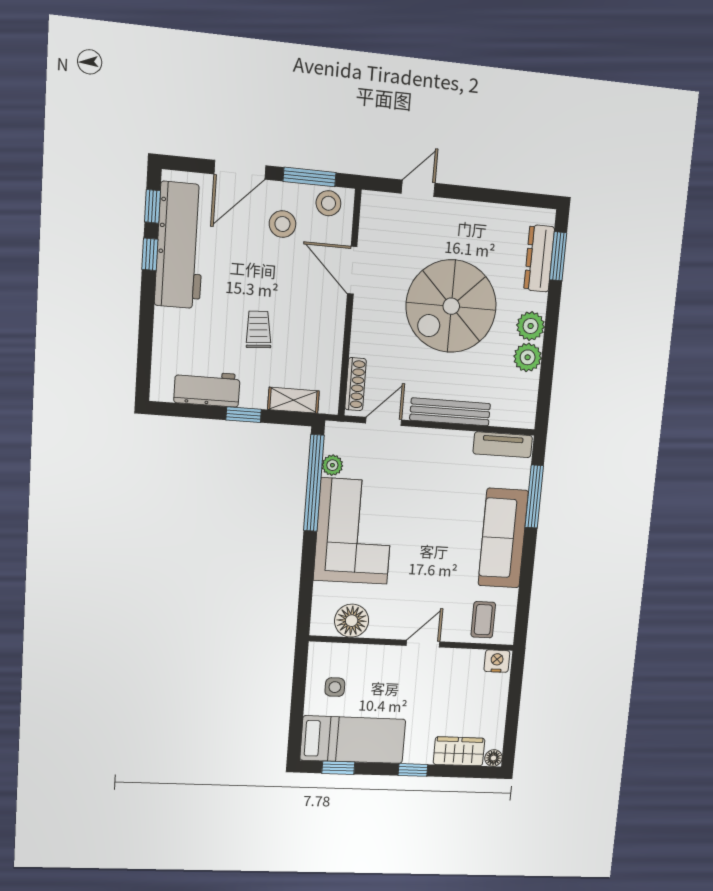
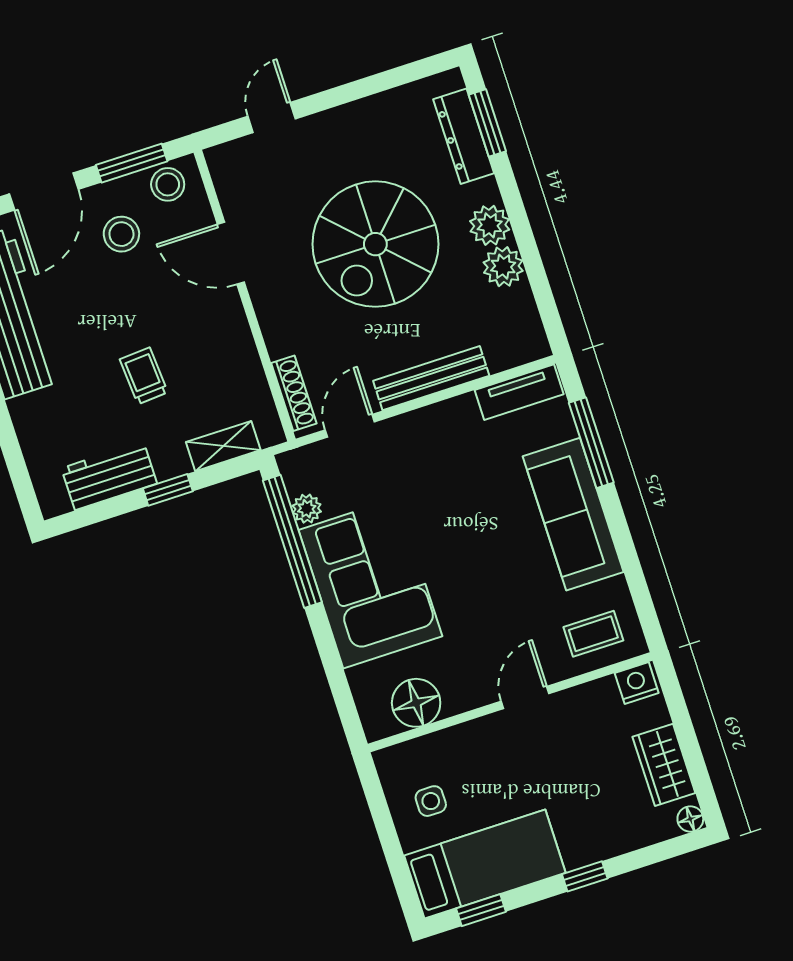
coffee table: (483, 620) -> (593, 634), turned 90
wardrobe: (459, 751) -> (664, 765), moved, turned -90

